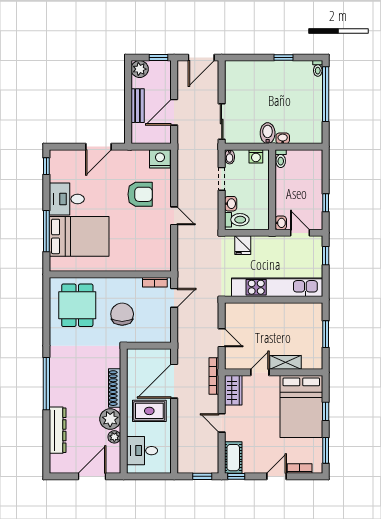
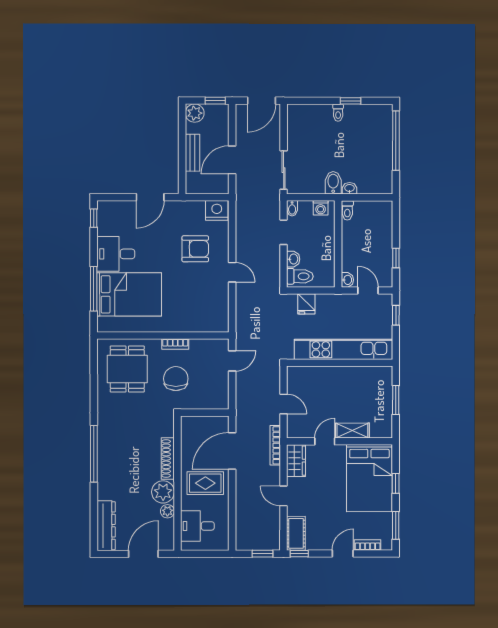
toilet: (318, 68) -> (338, 113), moved
bookcase: (155, 282) -> (175, 344), moved
dresser: (58, 430) -> (106, 526), moved

